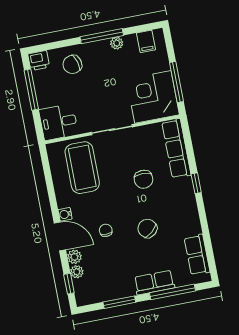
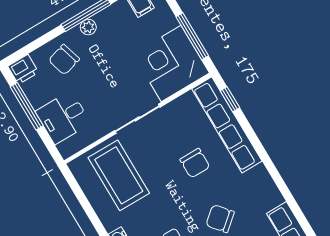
plant: (117, 43) -> (88, 27), moved
desk: (59, 122) -> (63, 117), moved
row of seats: (176, 149) -> (227, 125), width x1.36
window: (196, 183) -> (230, 99), moved

